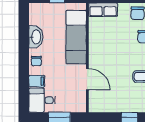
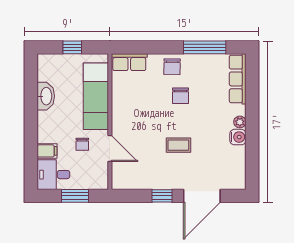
chair: (36, 61) -> (82, 144), moved

